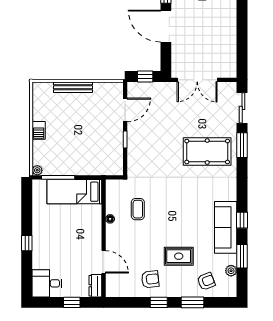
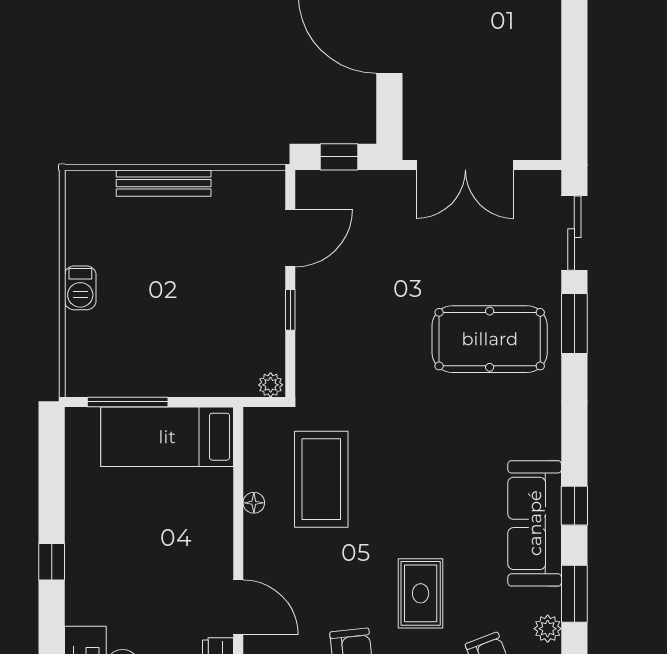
plant: (37, 170) -> (271, 385), moved
coffee table: (138, 209) -> (321, 479), width x1.86, depth x1.72
rug: (179, 256) -> (421, 593), turned 90

